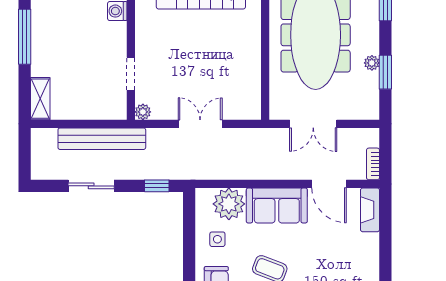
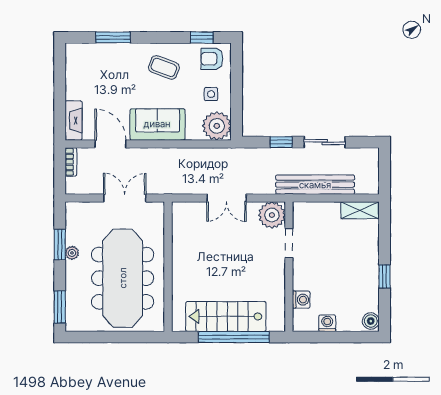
window: (25, 37) -> (385, 276), width x0.46
shelving: (40, 99) -> (360, 210), moved, turned 90
plant: (143, 112) -> (272, 215), width x1.88, depth x1.88
window: (157, 186) -> (281, 142), moved
plant: (229, 204) -> (217, 126), moved

